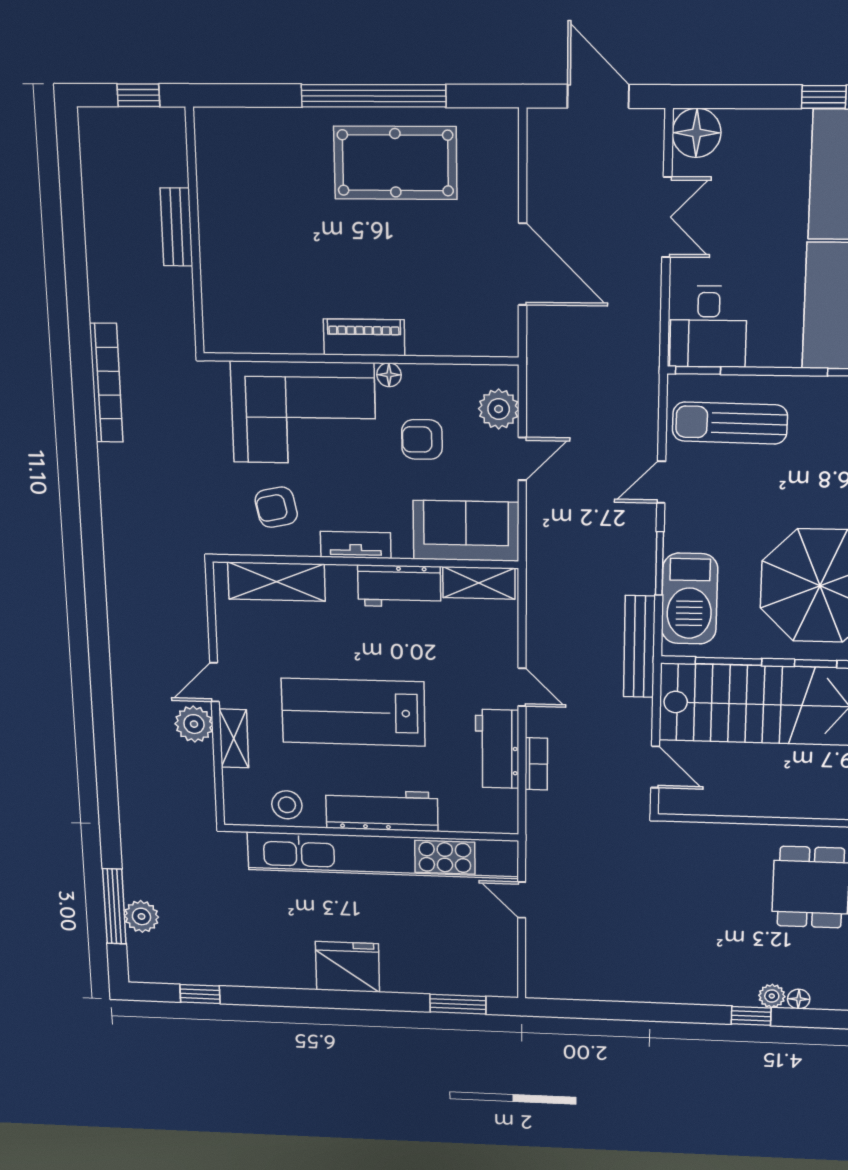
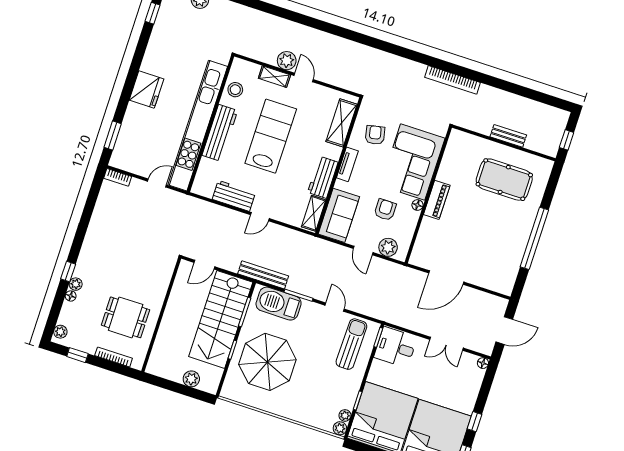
floor lamp: (696, 133) -> (483, 363), width x0.53, depth x0.53
pool table: (395, 163) -> (504, 180), moved, turned 90
bookcase: (536, 764) -> (118, 177), moved

